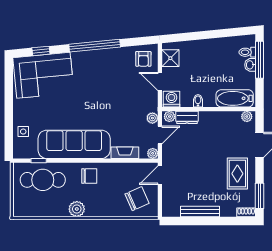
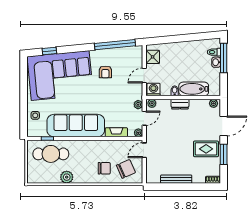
window: (95, 46) -> (115, 45), moved
armchair: (143, 59) -> (105, 72), moved
corner sofa: (43, 75) -> (60, 76), width x1.36, depth x1.36
door: (160, 82) -> (144, 75), hinge flipped
bathtub: (235, 98) -> (194, 89), moved
dresser: (187, 117) -> (180, 104), moved
rug: (237, 174) -> (206, 149), turned 90
chair: (89, 176) -> (104, 168), moved
window: (259, 196) -> (224, 154), moved
plant: (77, 209) -> (67, 177), moved

